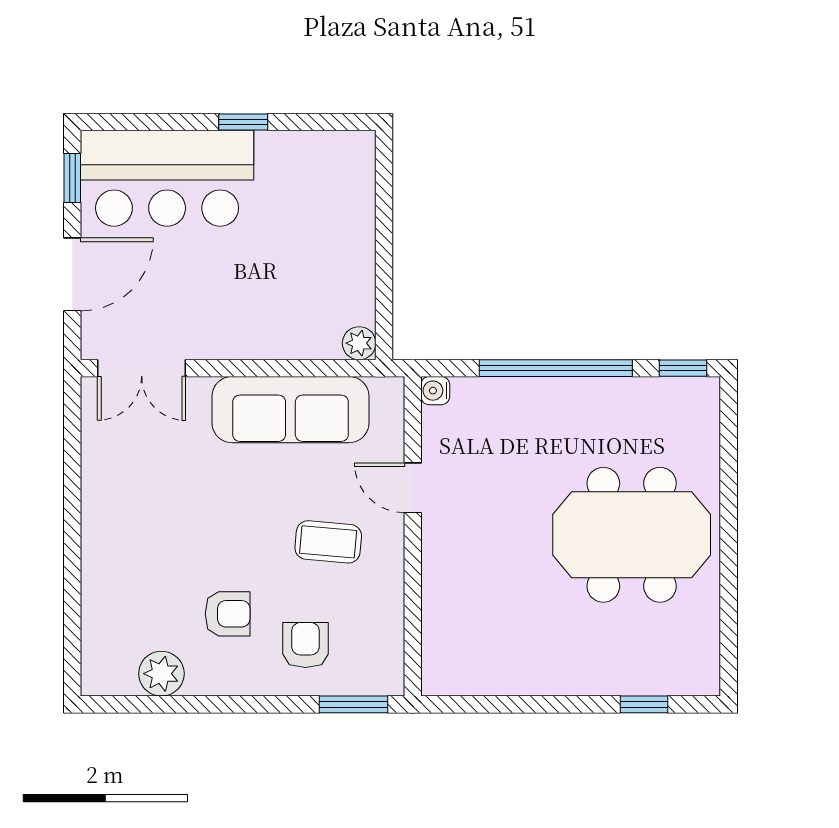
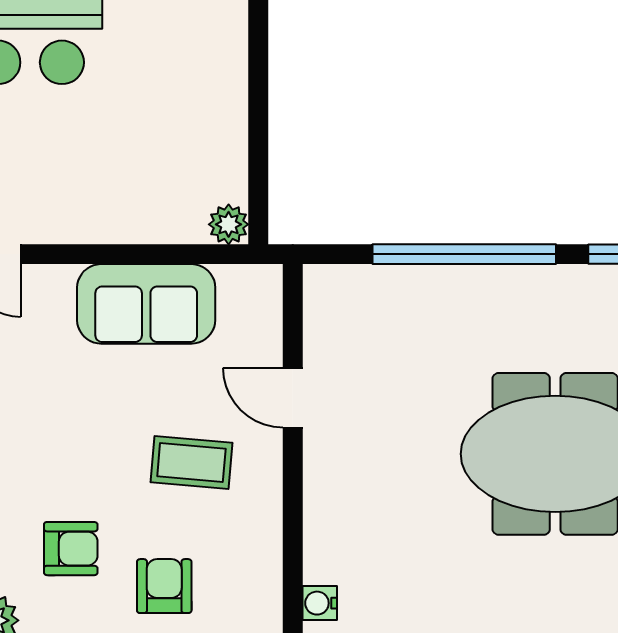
water cooler: (435, 391) -> (320, 603), moved
sofa: (290, 410) -> (146, 304), width x0.73

